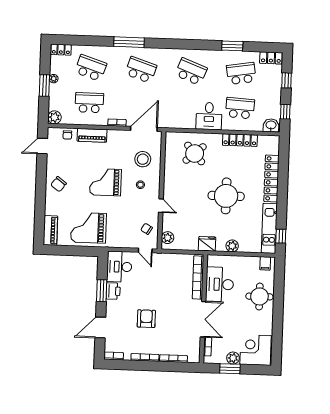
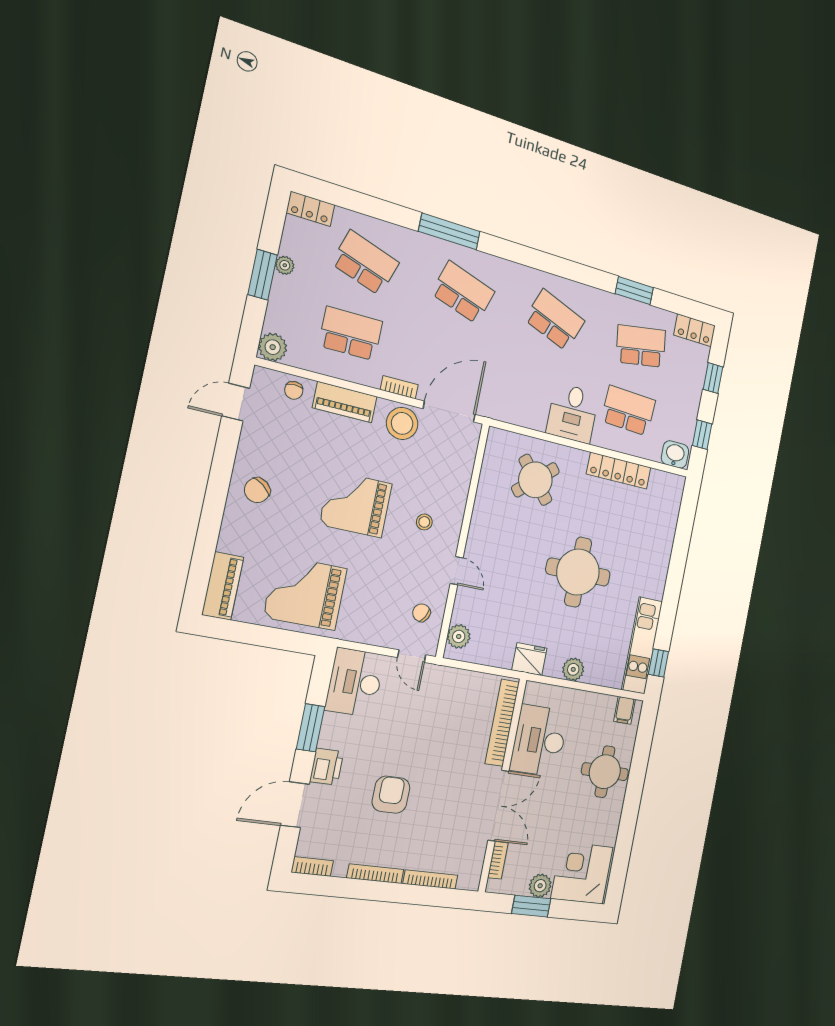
stool: (143, 159) -> (402, 423), moved
locker: (271, 178) -> (660, 553), removed
printer: (113, 291) -> (327, 767), moved

